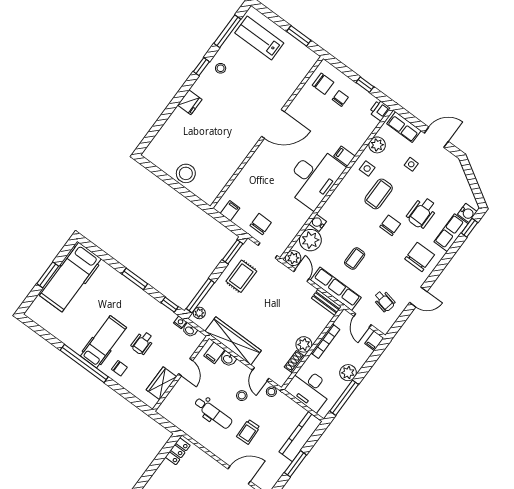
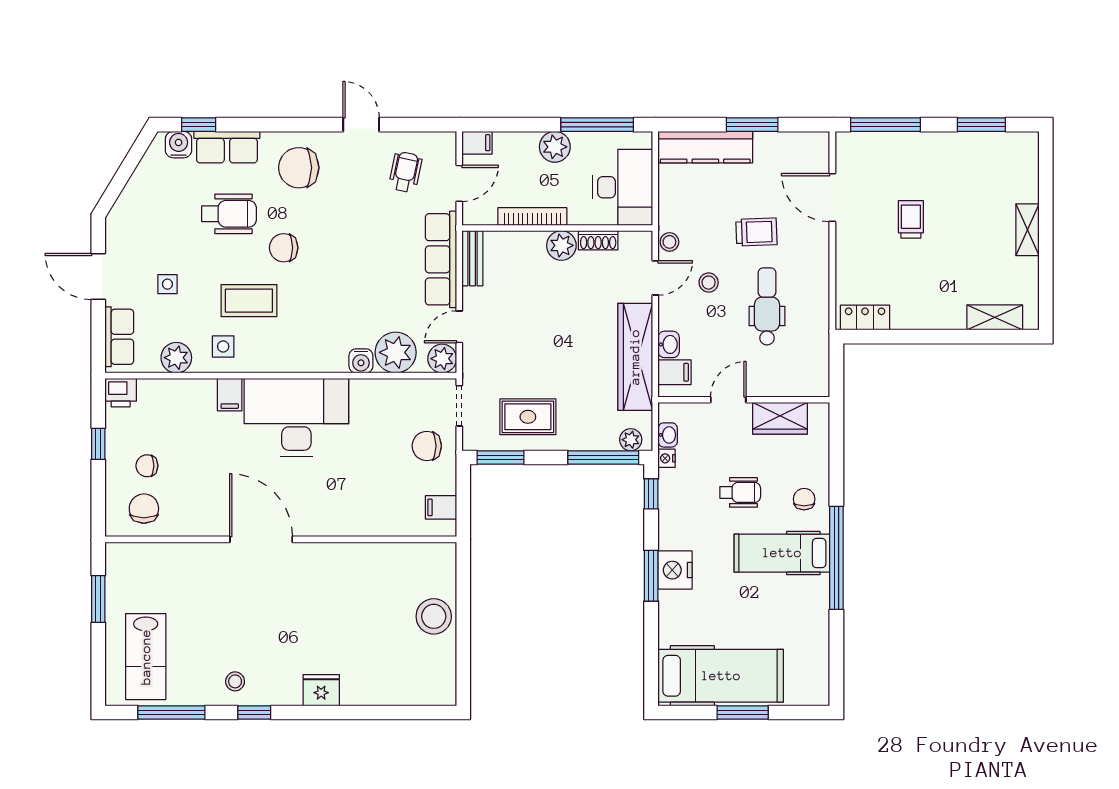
coffee table: (355, 259) -> (374, 265), removed
nightstand: (130, 291) -> (675, 570), added

